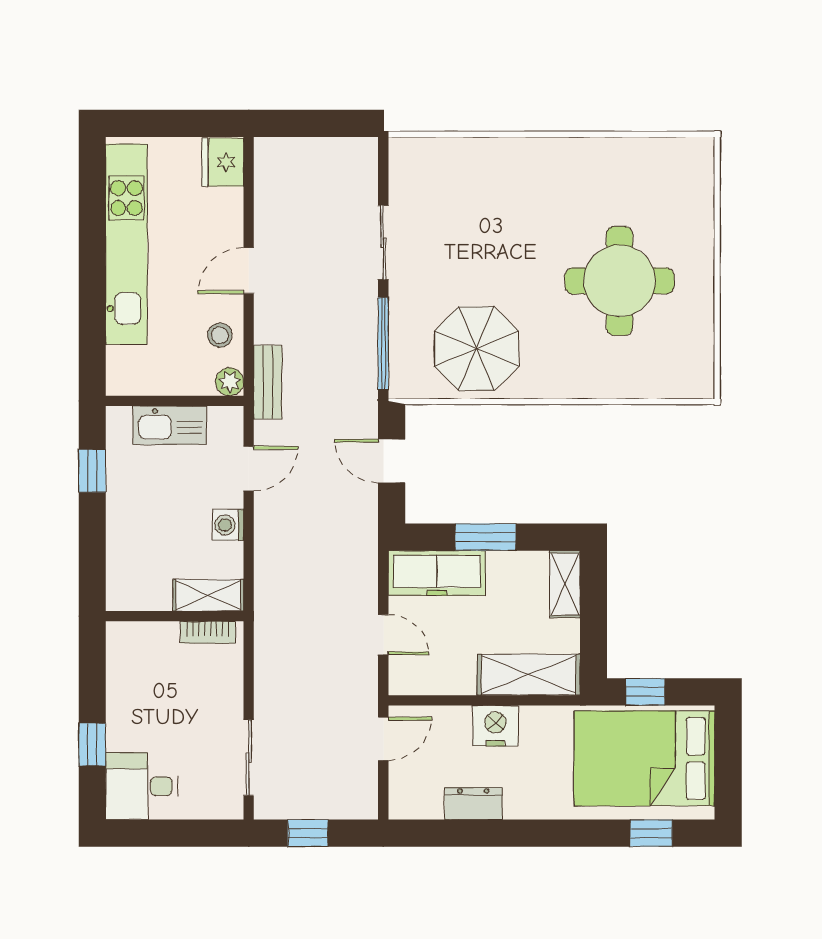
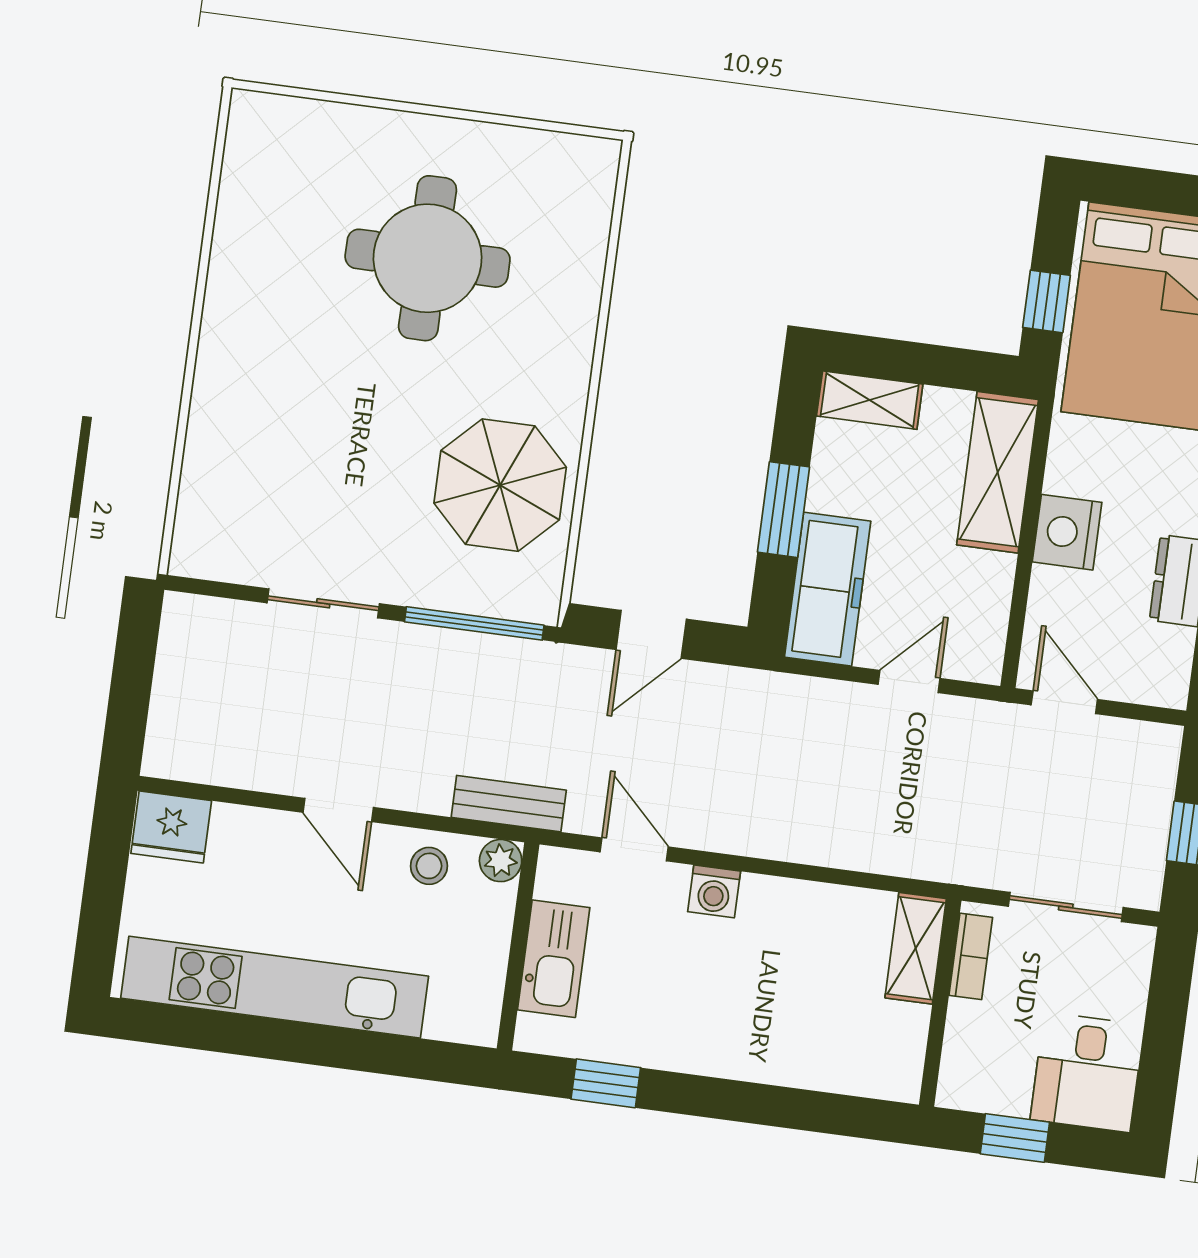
shelving: (208, 595) -> (916, 948), moved
wall: (175, 616) -> (940, 1003), moved
bookcase: (208, 632) -> (971, 956), moved

